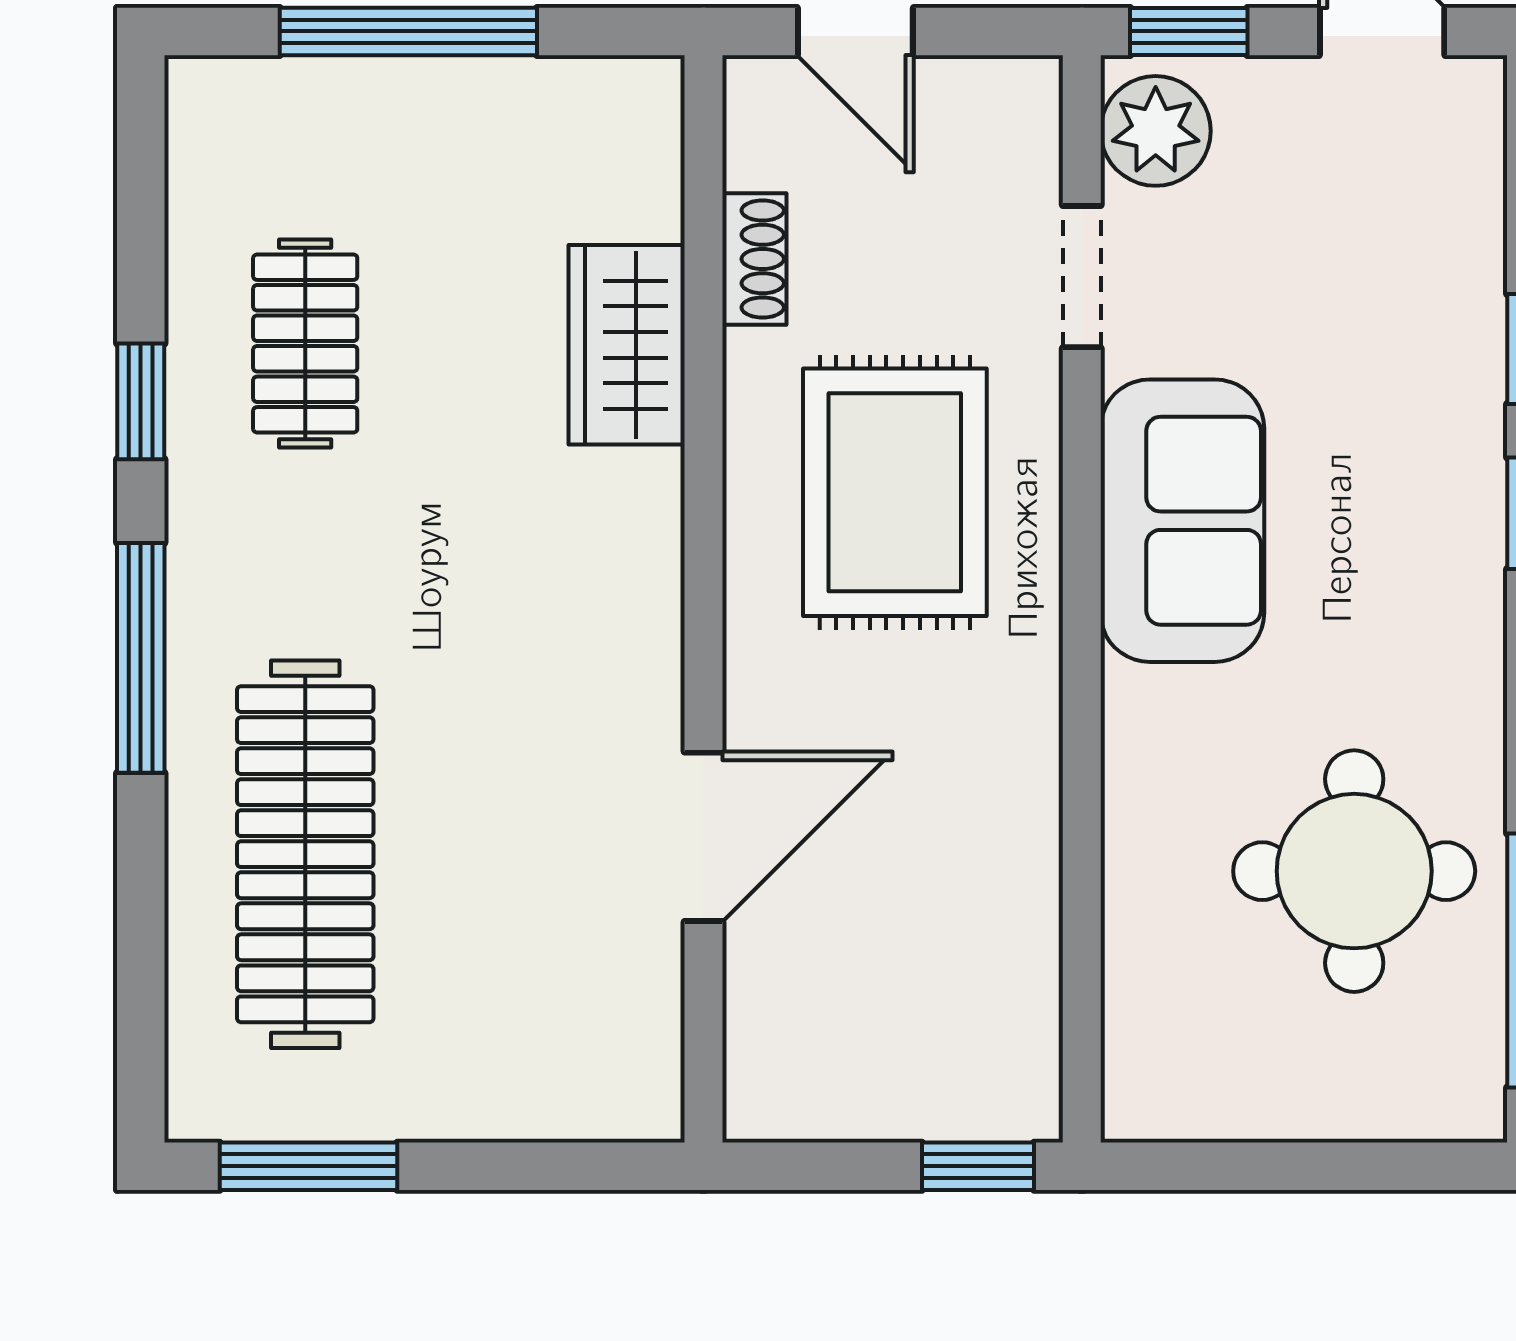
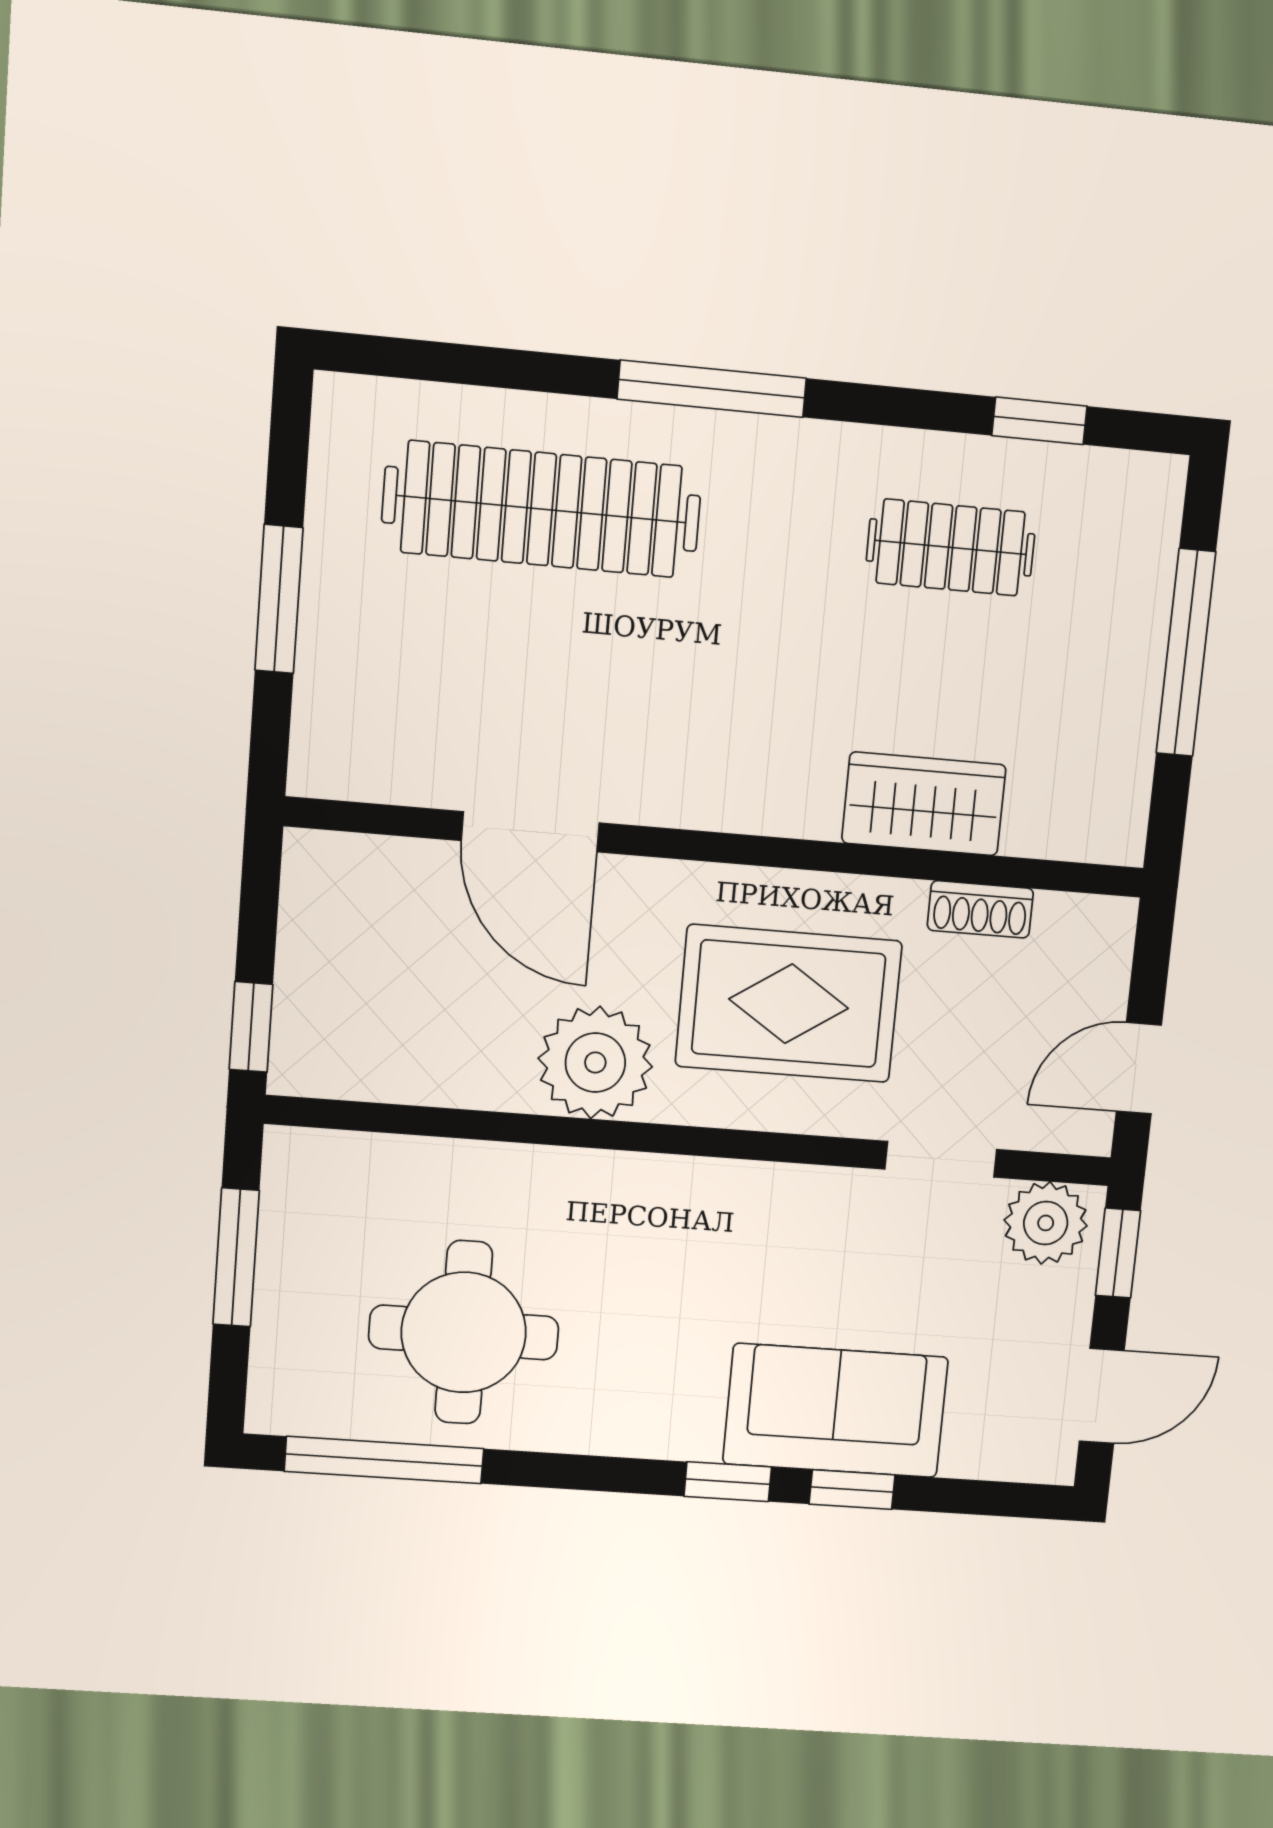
door: (855, 31) -> (1139, 1068), moved
window: (141, 401) -> (1039, 421), moved
sofa: (1182, 521) -> (836, 1411), moved, turned 180
plant: (990, 731) -> (595, 1063), added
window: (309, 1166) -> (279, 599), moved
window: (1276, 1166) -> (236, 1257), added

